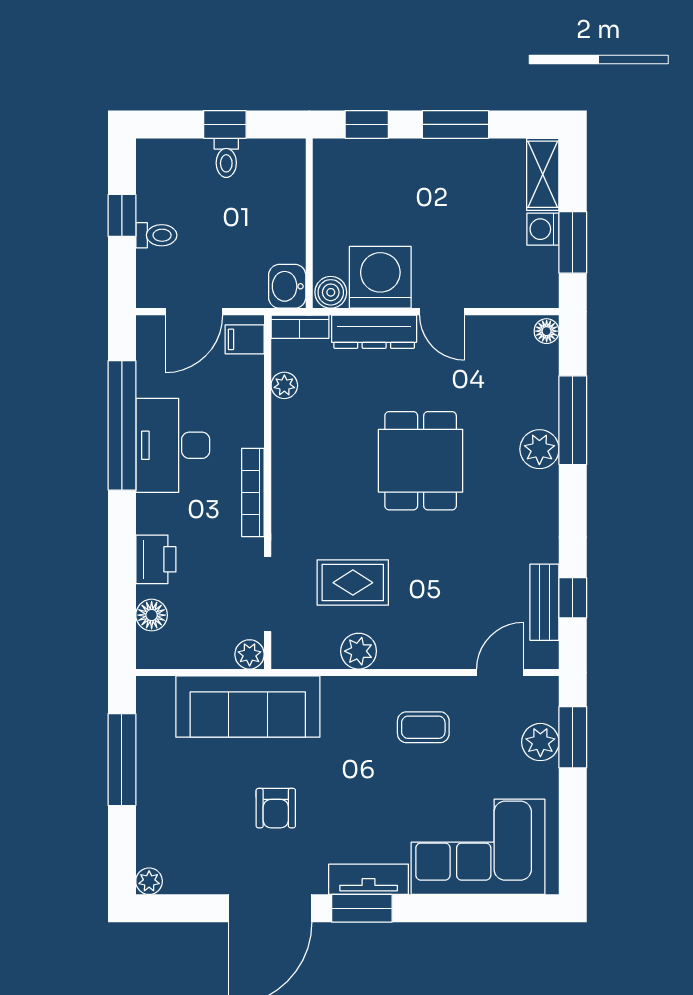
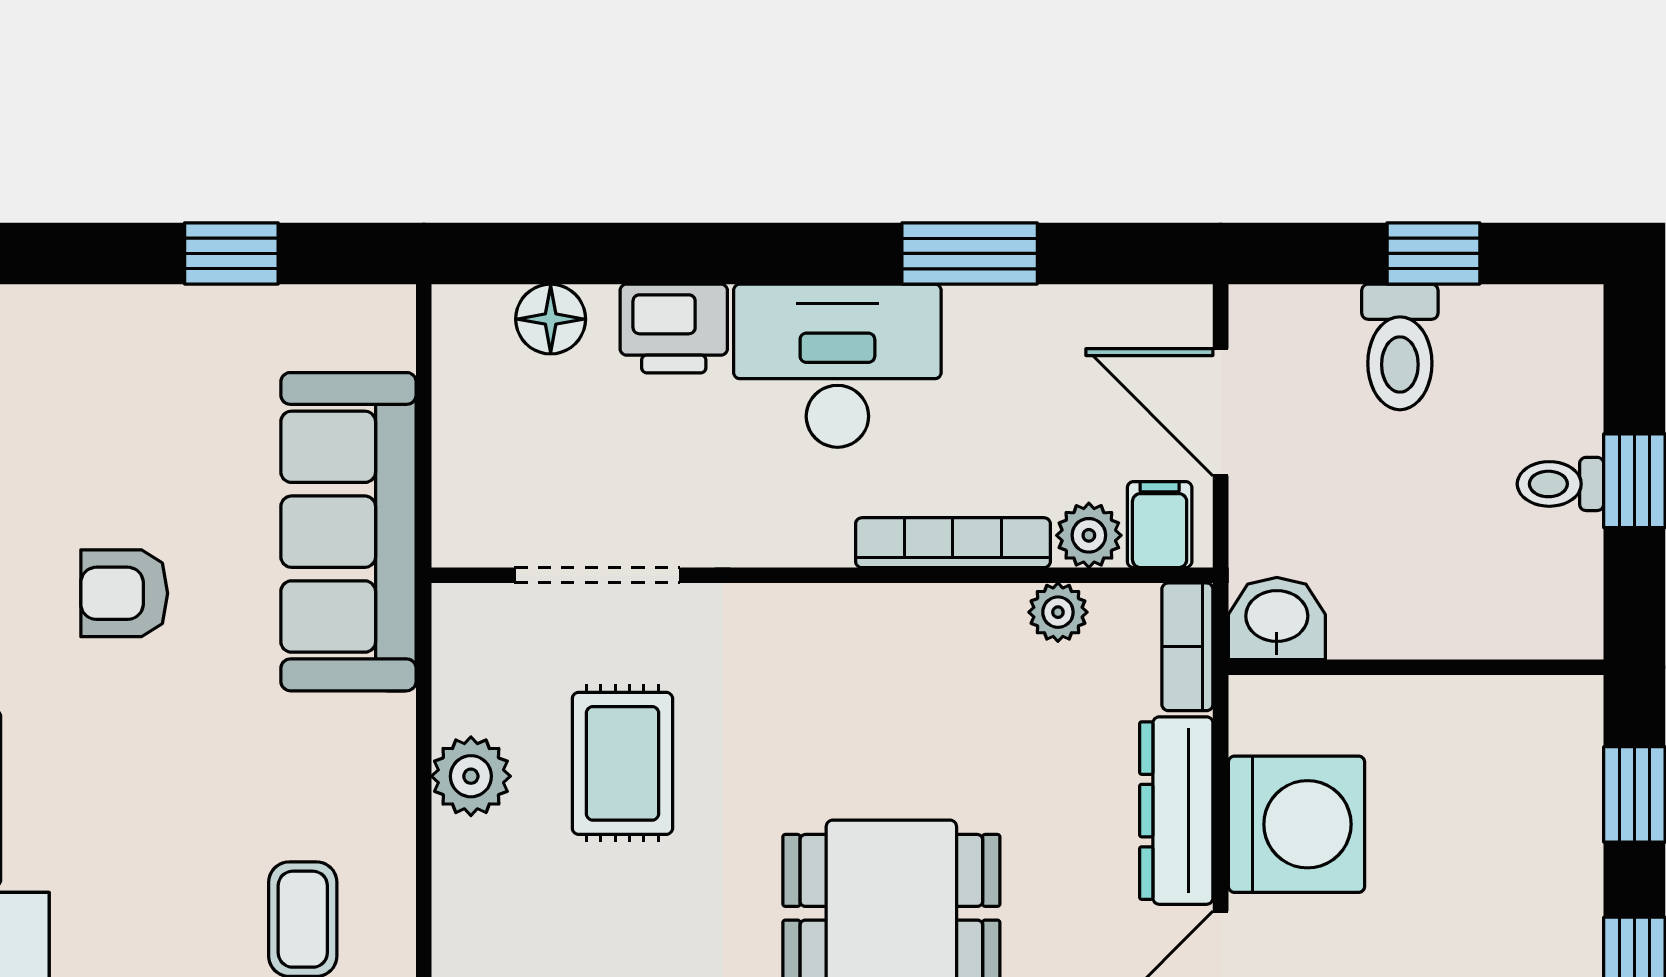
toilet: (156, 235) -> (1400, 347), width x1.37, depth x1.39
boiler: (331, 292) -> (1263, 715), removed
window: (122, 425) -> (970, 253), width x0.47
desk: (173, 445) -> (837, 366), moved
bookcase: (253, 492) -> (953, 543), moved
plant: (250, 654) -> (1089, 535), moved
window: (122, 760) -> (231, 253), width x0.46

